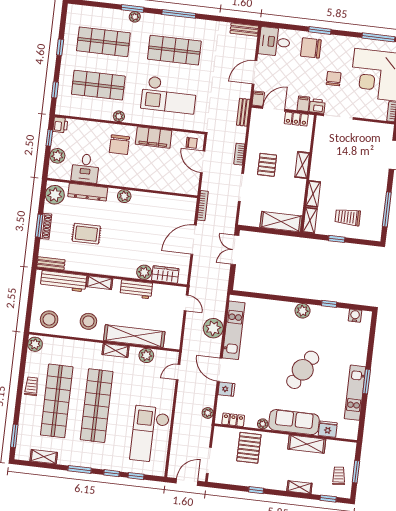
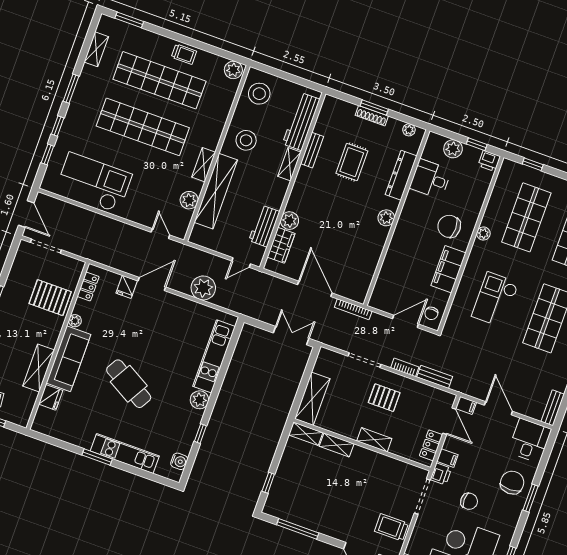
checkout: (169, 95) -> (495, 299), width x0.73, depth x0.83
bench: (243, 112) -> (435, 377), moved
plant: (55, 195) -> (409, 130), width x0.53, depth x0.53
trolley: (348, 217) -> (391, 527), moved, turned -90
window: (337, 239) -> (268, 483), moved
bench: (51, 263) -> (312, 150), moved
workbench: (136, 289) -> (264, 226), moved
kitchen unit: (234, 330) -> (214, 356), moved, turned 90
kitchen unit: (355, 393) -> (125, 454), moved
plant: (208, 413) -> (103, 258), removed

